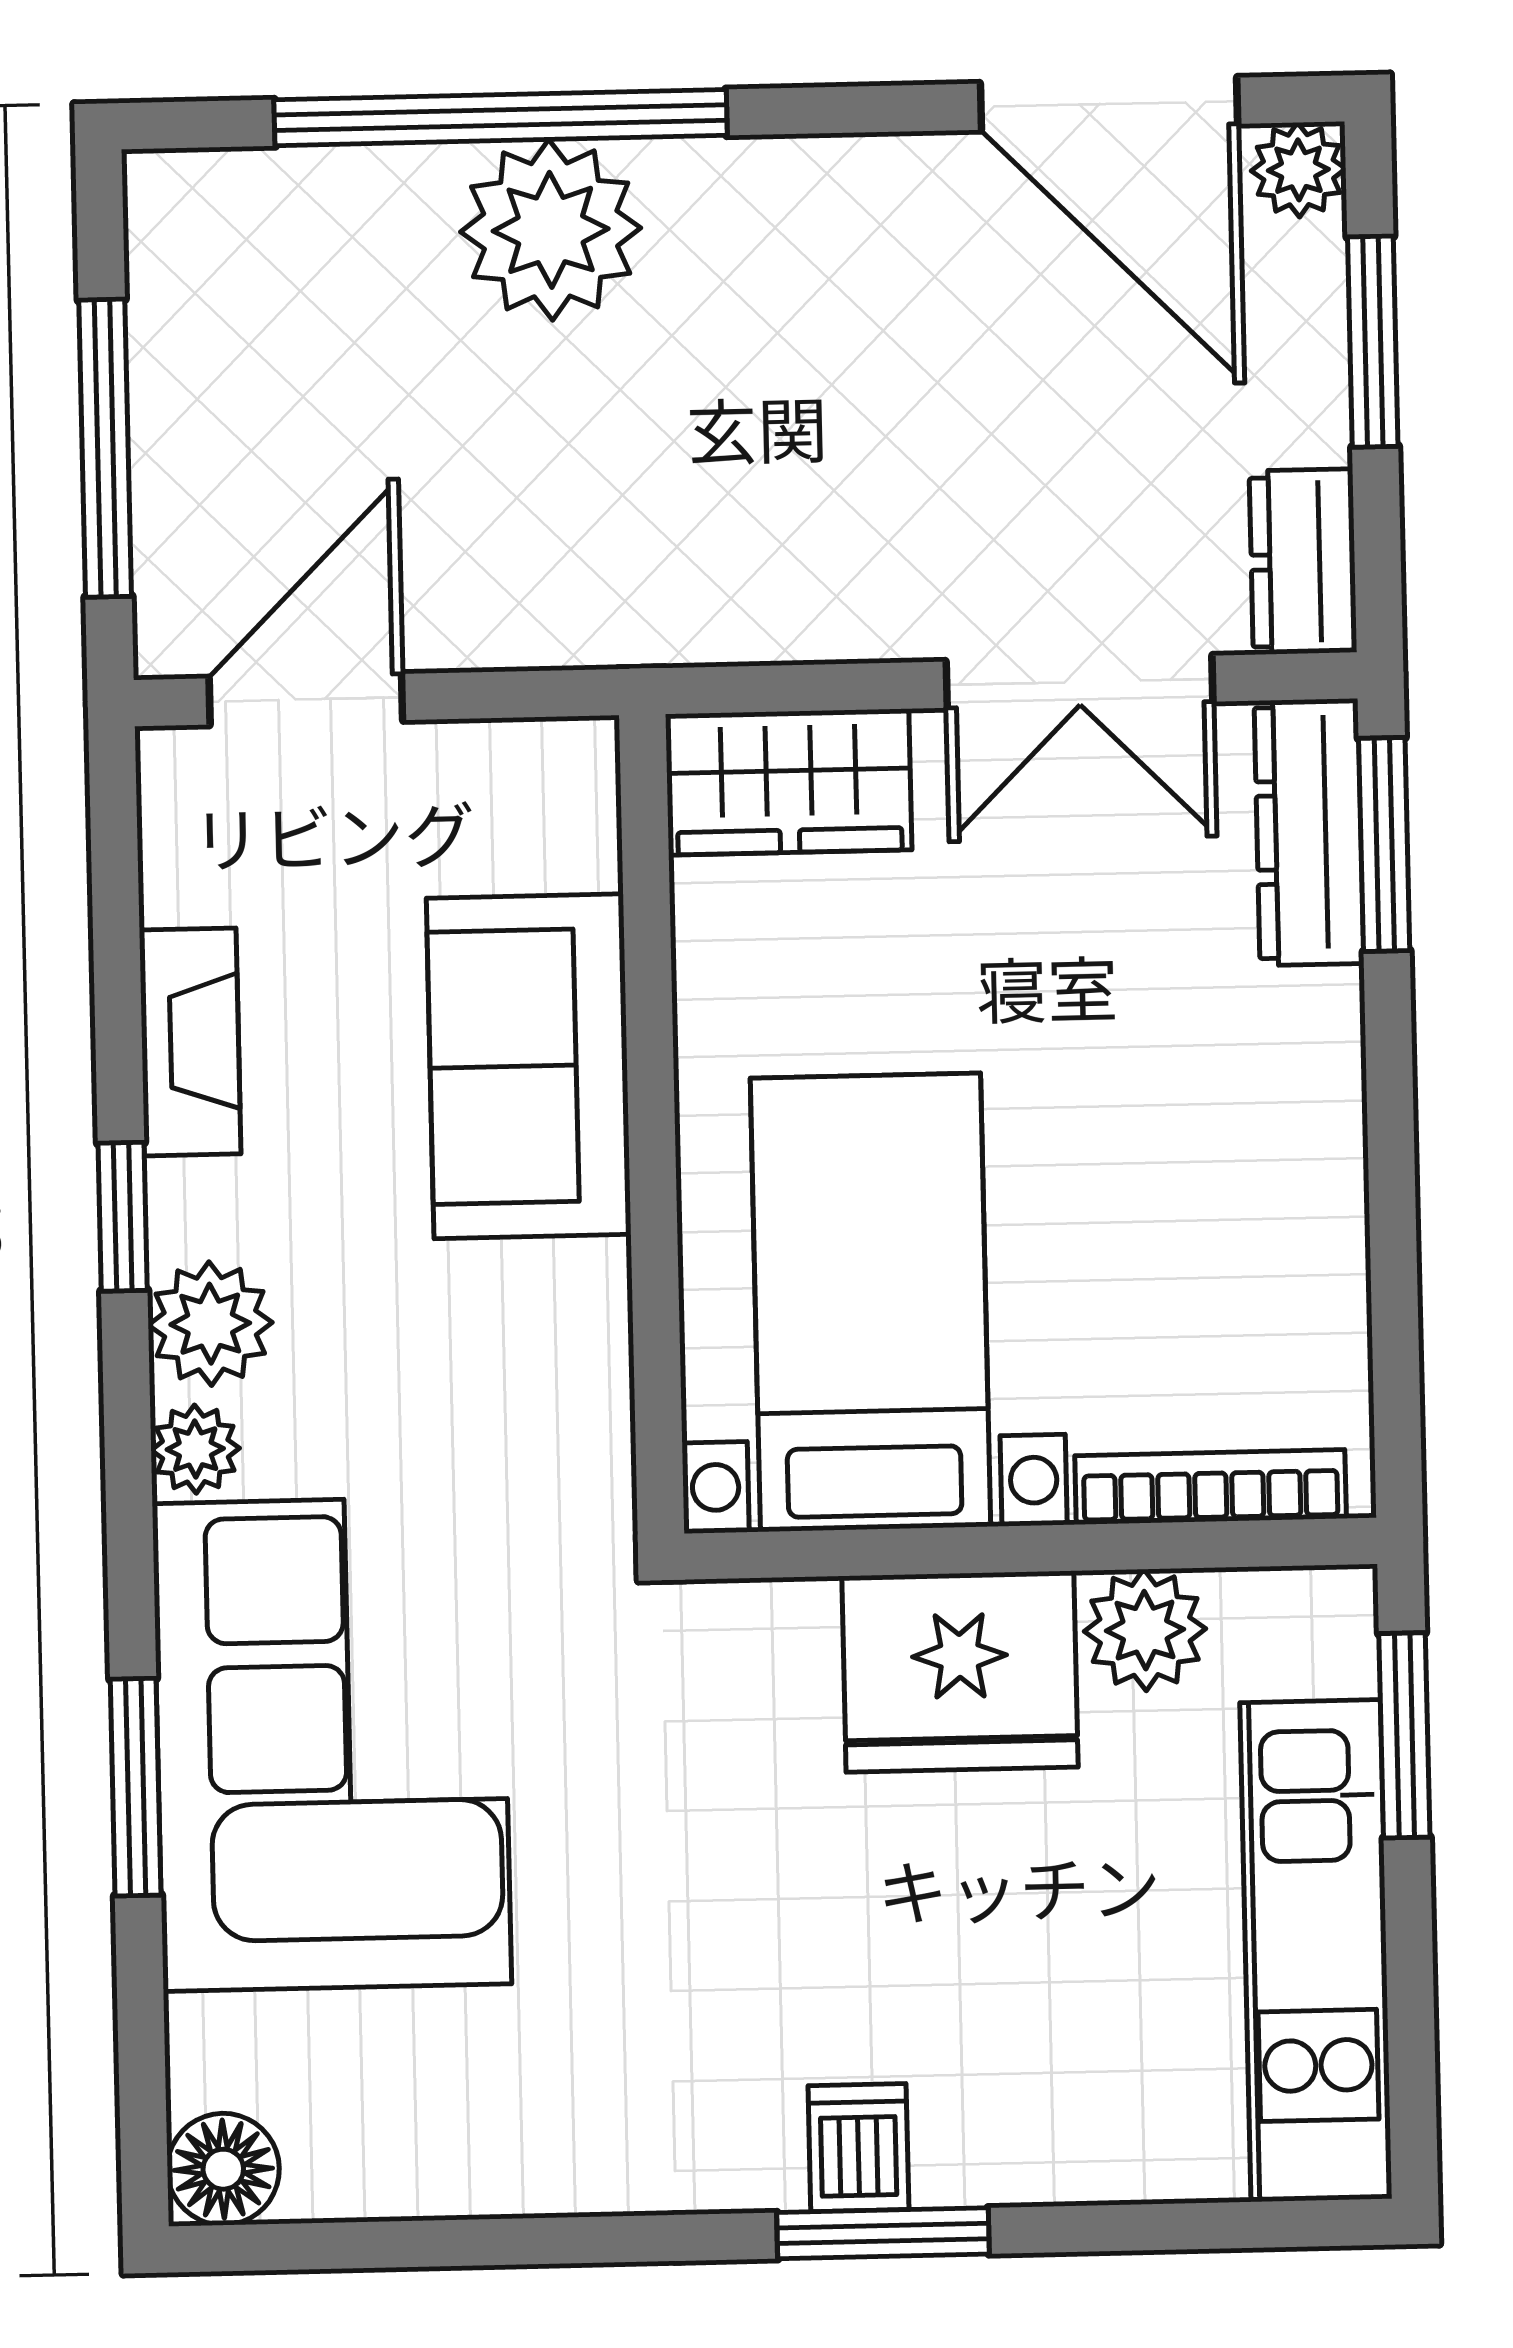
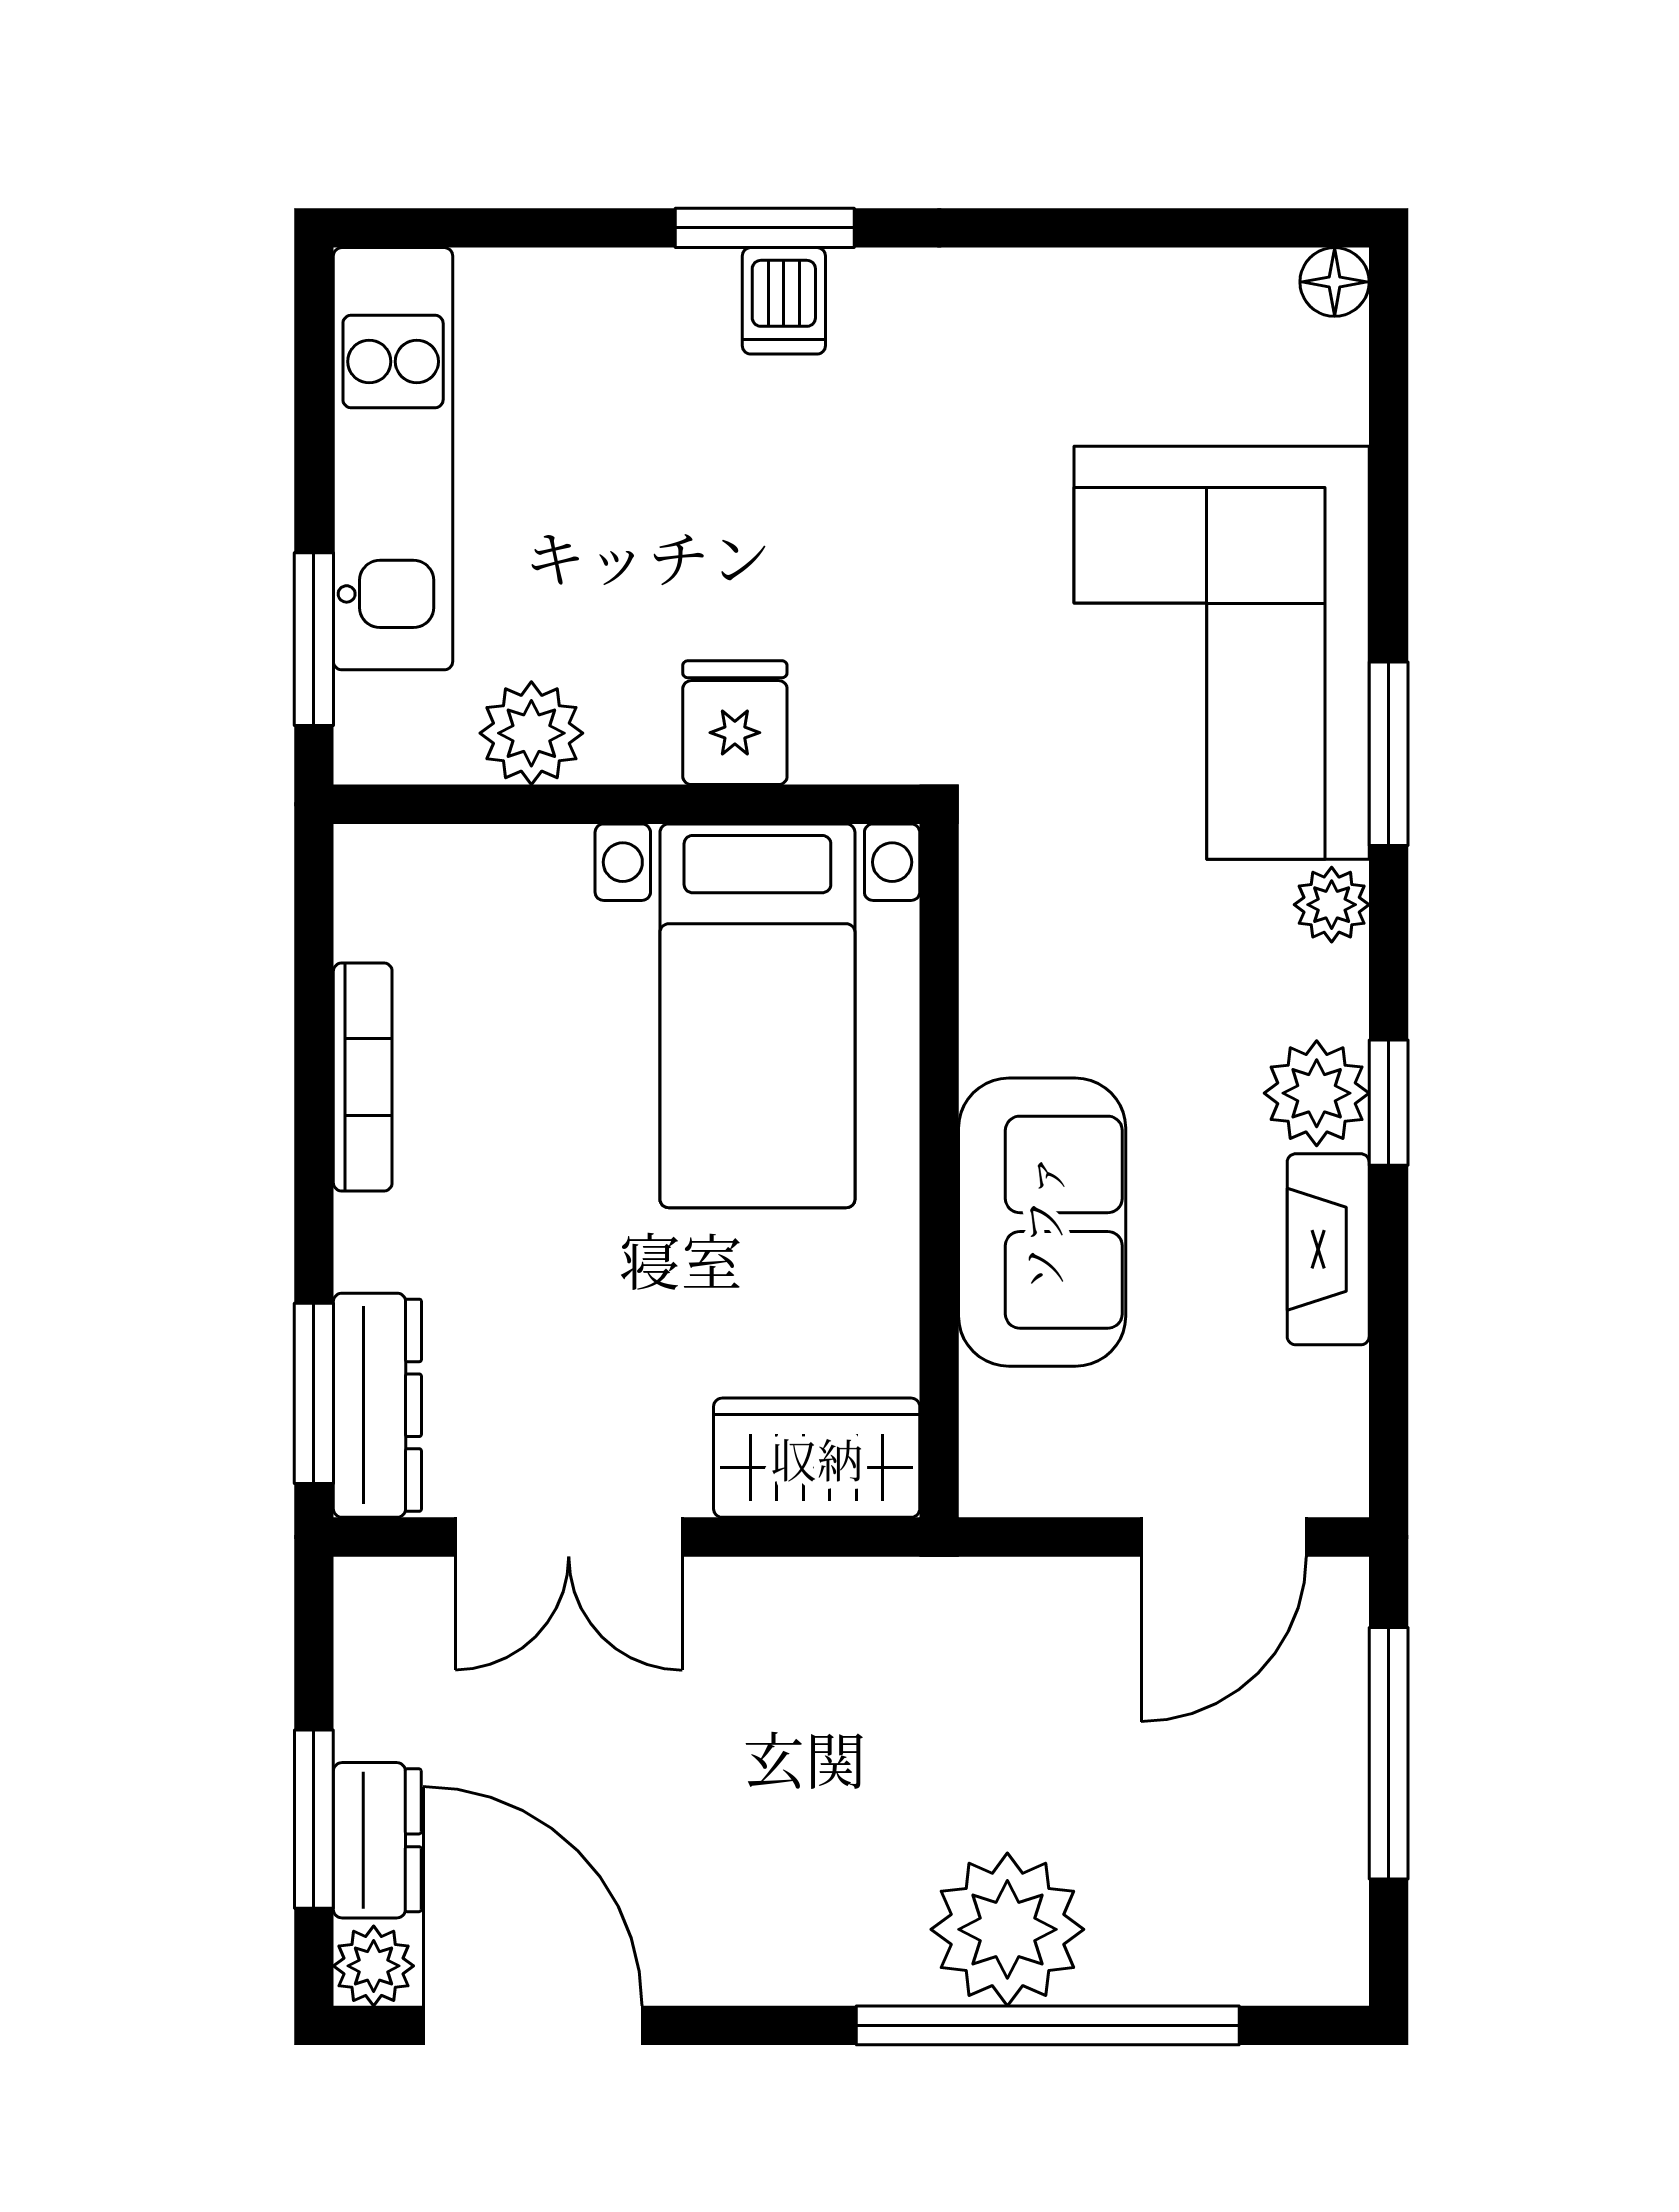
dresser: (1303, 562) -> (377, 1840), moved
double door: (1080, 682) -> (569, 1537), swing flipped
plant: (210, 1324) -> (1317, 1093), moved
bookcase: (1211, 1487) -> (363, 1077), moved, turned -90
fridge: (960, 1672) -> (735, 723), width x0.53, depth x0.75
window: (136, 1787) -> (1389, 754), moved
floor lamp: (223, 2169) -> (1335, 282), width x0.73, depth x0.73

